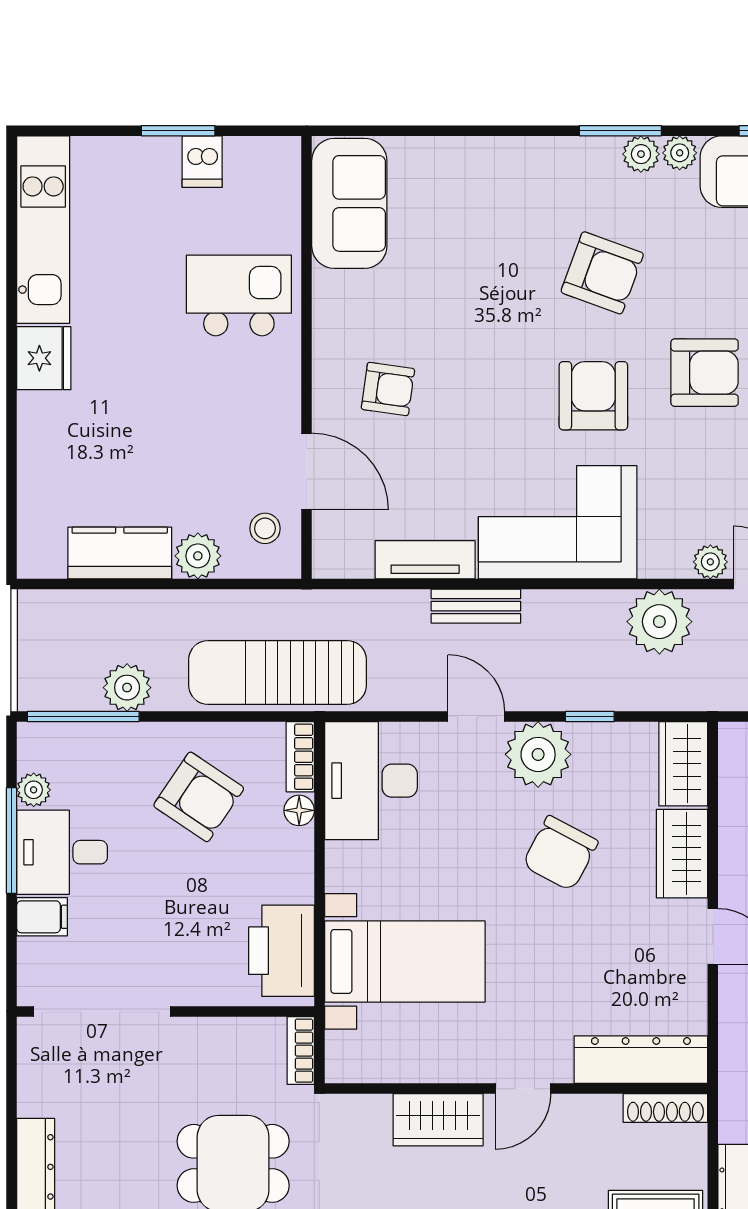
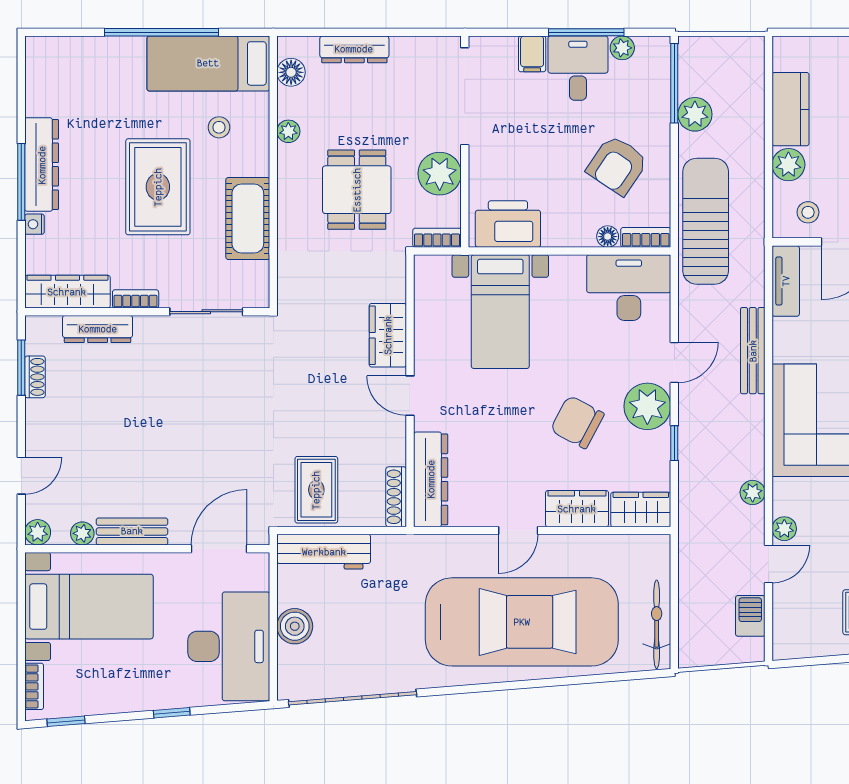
tv unit: (425, 560) -> (786, 281), moved
bench: (476, 606) -> (753, 351), width x1.36
plant: (659, 622) -> (753, 492), width x0.53, depth x0.53
plant: (211, 1047) -> (440, 174), added

